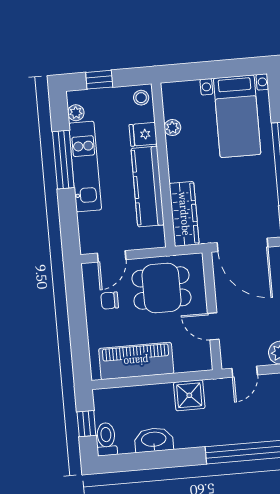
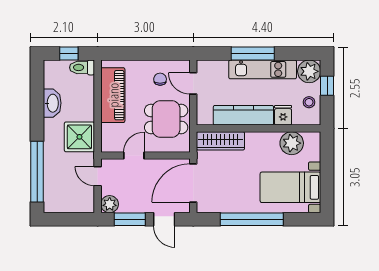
stool: (141, 98) -> (309, 102), moved
plant: (76, 113) -> (309, 71), width x1.88, depth x1.88
plant: (172, 128) -> (292, 143), width x1.87, depth x1.87
window: (63, 160) -> (253, 54), moved
dining table: (161, 288) -> (166, 119), turned 90
shower: (189, 395) -> (79, 137), width x1.36, depth x1.36
toilet: (106, 439) -> (82, 67), moved, turned 180

